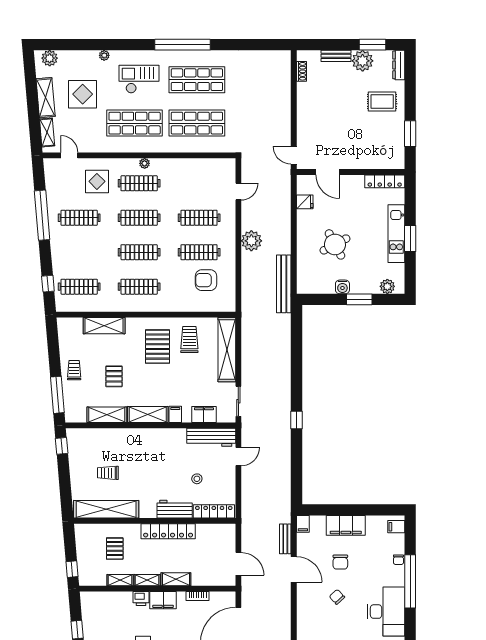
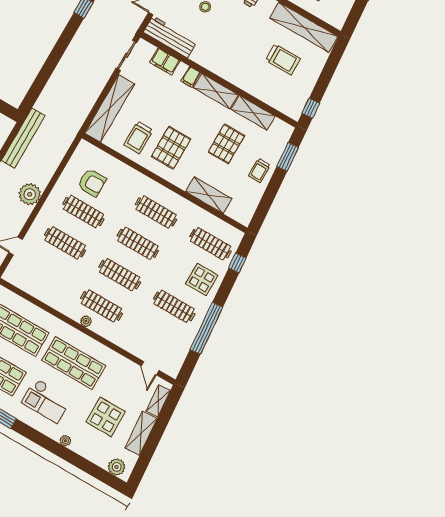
display table: (97, 181) -> (202, 280), moved
pallet: (114, 376) -> (226, 144), width x1.50, depth x1.42
window: (57, 395) -> (288, 157), width x0.69
trolley: (108, 473) -> (283, 59), width x1.36, depth x1.39

